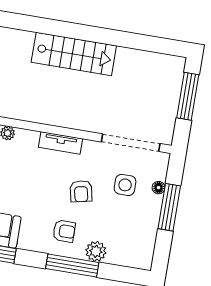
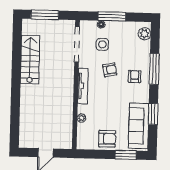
stairs: (74, 54) -> (30, 60), moved
tv unit: (61, 143) -> (83, 86), width x1.41
plant: (96, 251) -> (145, 34), moved

